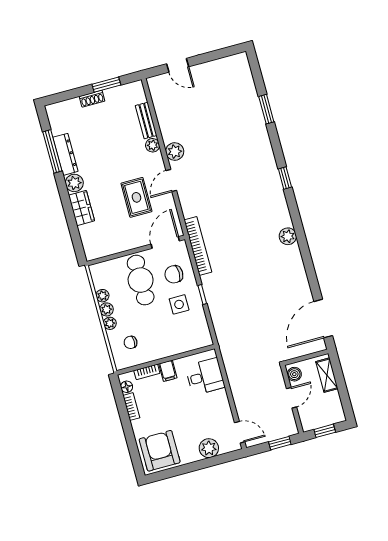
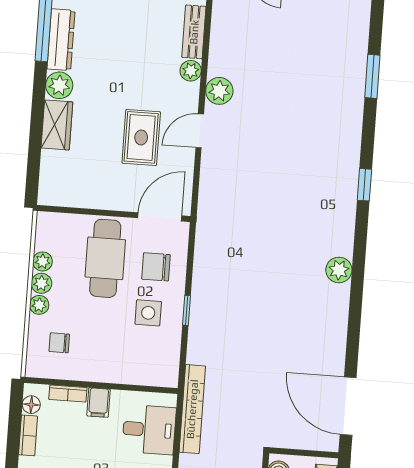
bookcase: (198, 246) -> (192, 409), moved
door: (323, 319) -> (348, 406), hinge flipped

